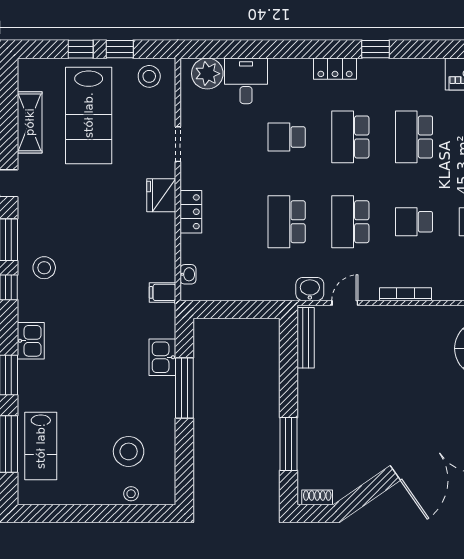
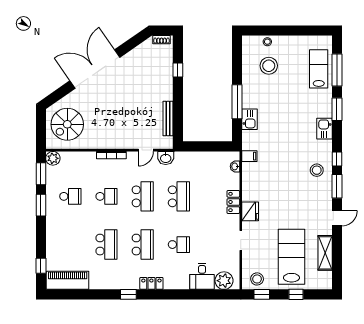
window: (120, 49) -> (262, 294), moved
bench: (306, 338) -> (168, 118), moved
window: (288, 444) -> (178, 70), width x0.46

